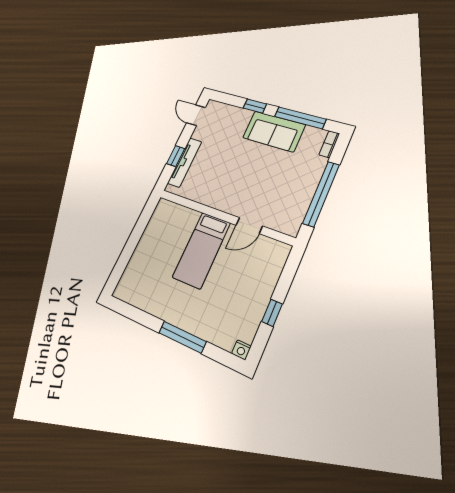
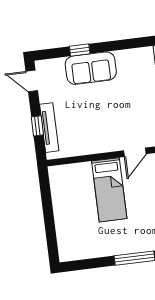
window: (300, 118) -> (124, 44), removed
sofa: (274, 131) -> (91, 68), moved

